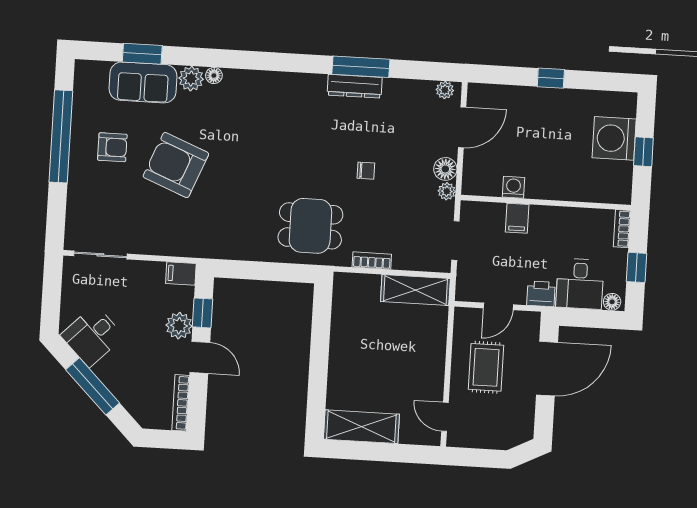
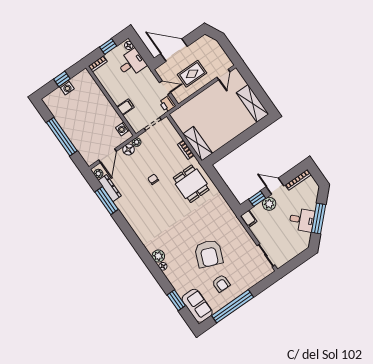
window: (361, 67) -> (107, 201), moved
window: (551, 78) -> (62, 137), width x3.17
plant: (191, 79) -> (158, 256), moved
sofa: (143, 82) -> (197, 306), moved
dresser: (355, 86) -> (110, 188), moved
door: (462, 127) -> (107, 156), swing flipped
washing machine: (614, 138) -> (67, 88), width x0.53, depth x0.53
armchair: (112, 147) -> (221, 283), turned 180
washing machine: (513, 187) -> (123, 129), moved
shelving: (415, 290) -> (198, 144), moved
printer: (541, 294) -> (167, 104), moved
desk: (92, 336) -> (302, 220), moved
door: (200, 357) -> (275, 186), hinge flipped

